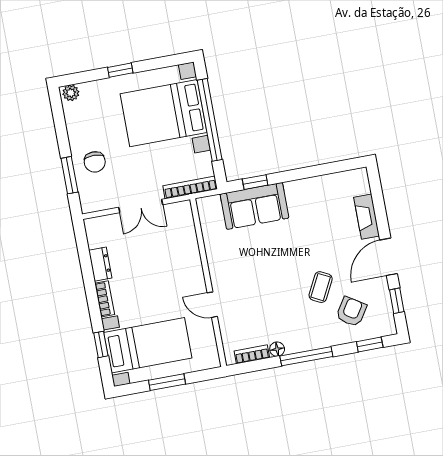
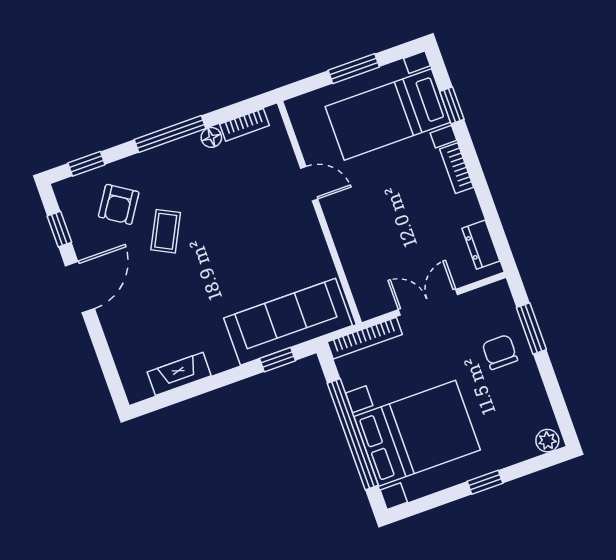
sofa: (254, 206) -> (288, 322), width x1.36
fireplace: (367, 217) -> (179, 374), moved, turned -90
dresser: (100, 264) -> (481, 245), moved

